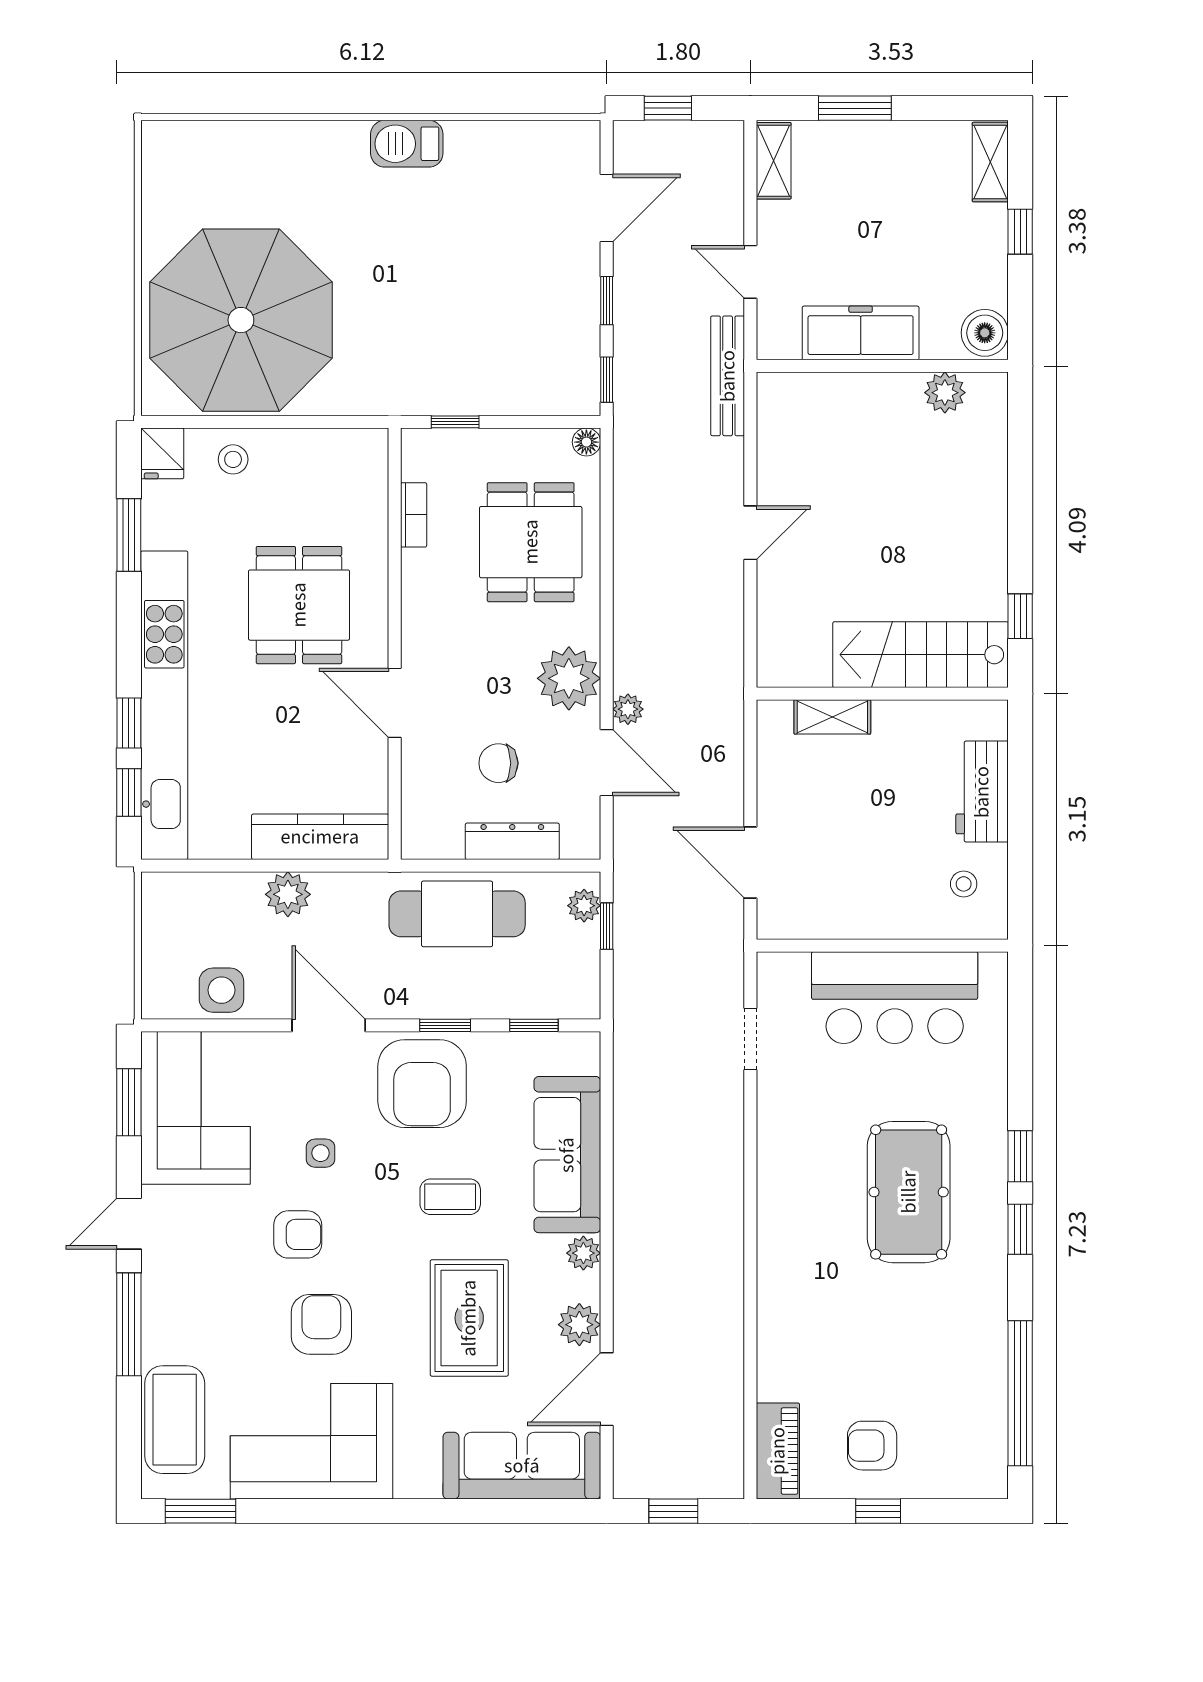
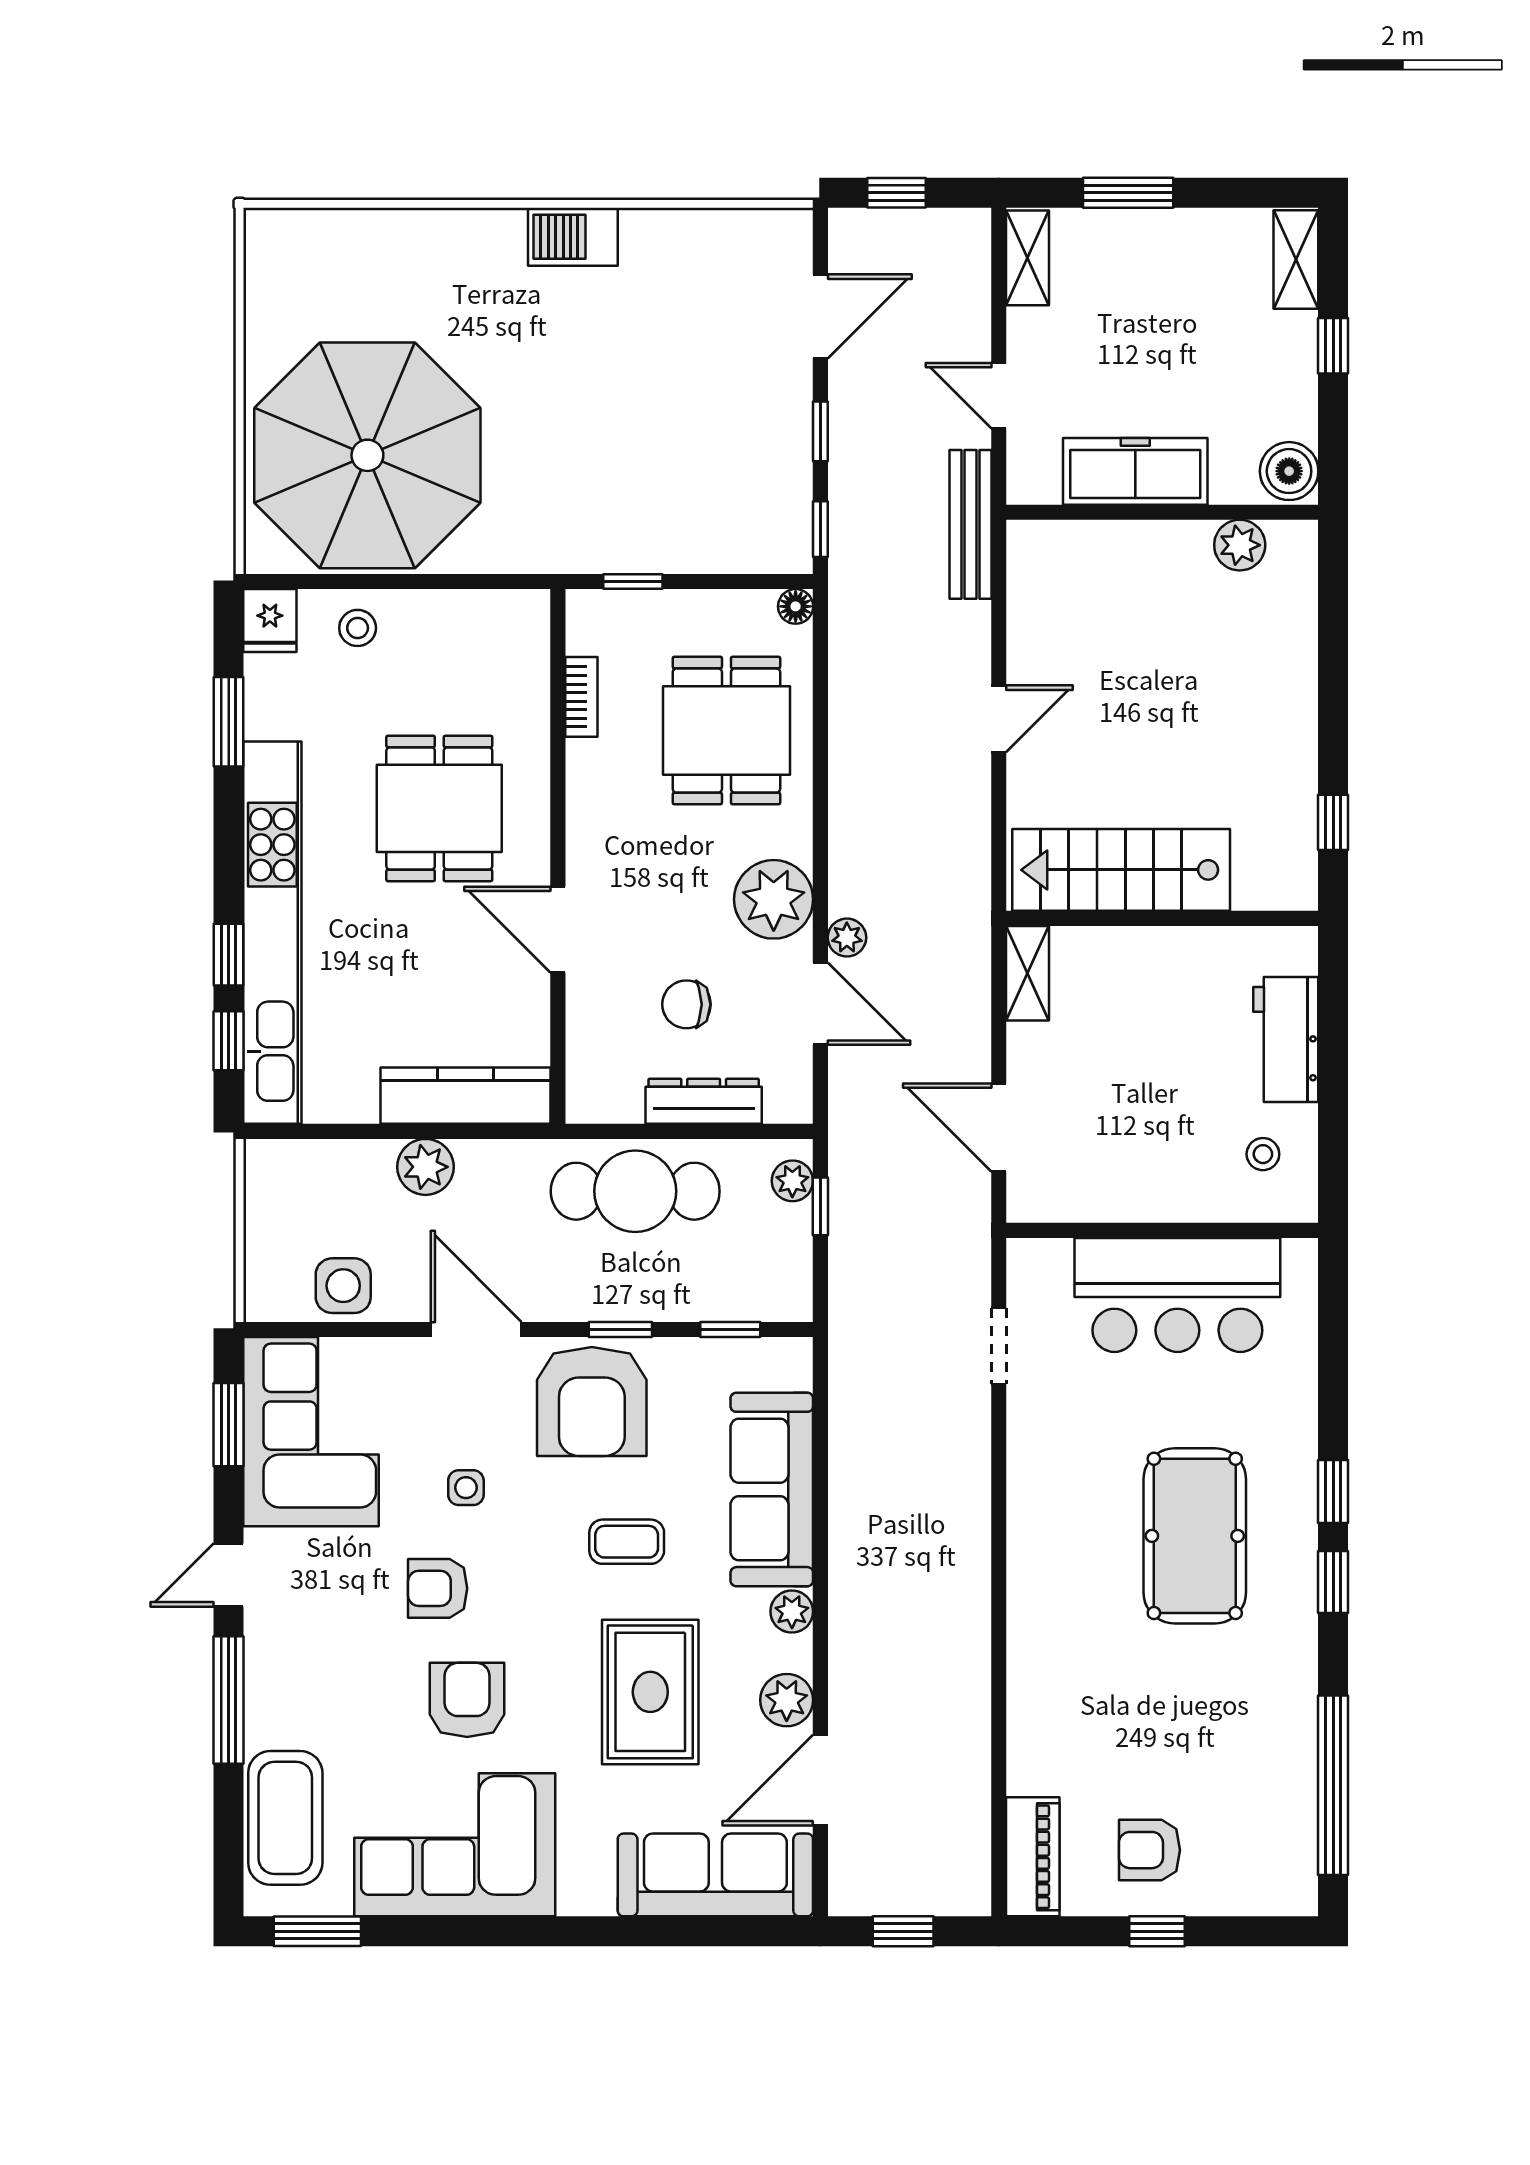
stairs: (921, 655) -> (1121, 870), moved
shelving: (832, 717) -> (1027, 973), moved, turned 90
armchair: (298, 1234) -> (438, 1588), turned 180

